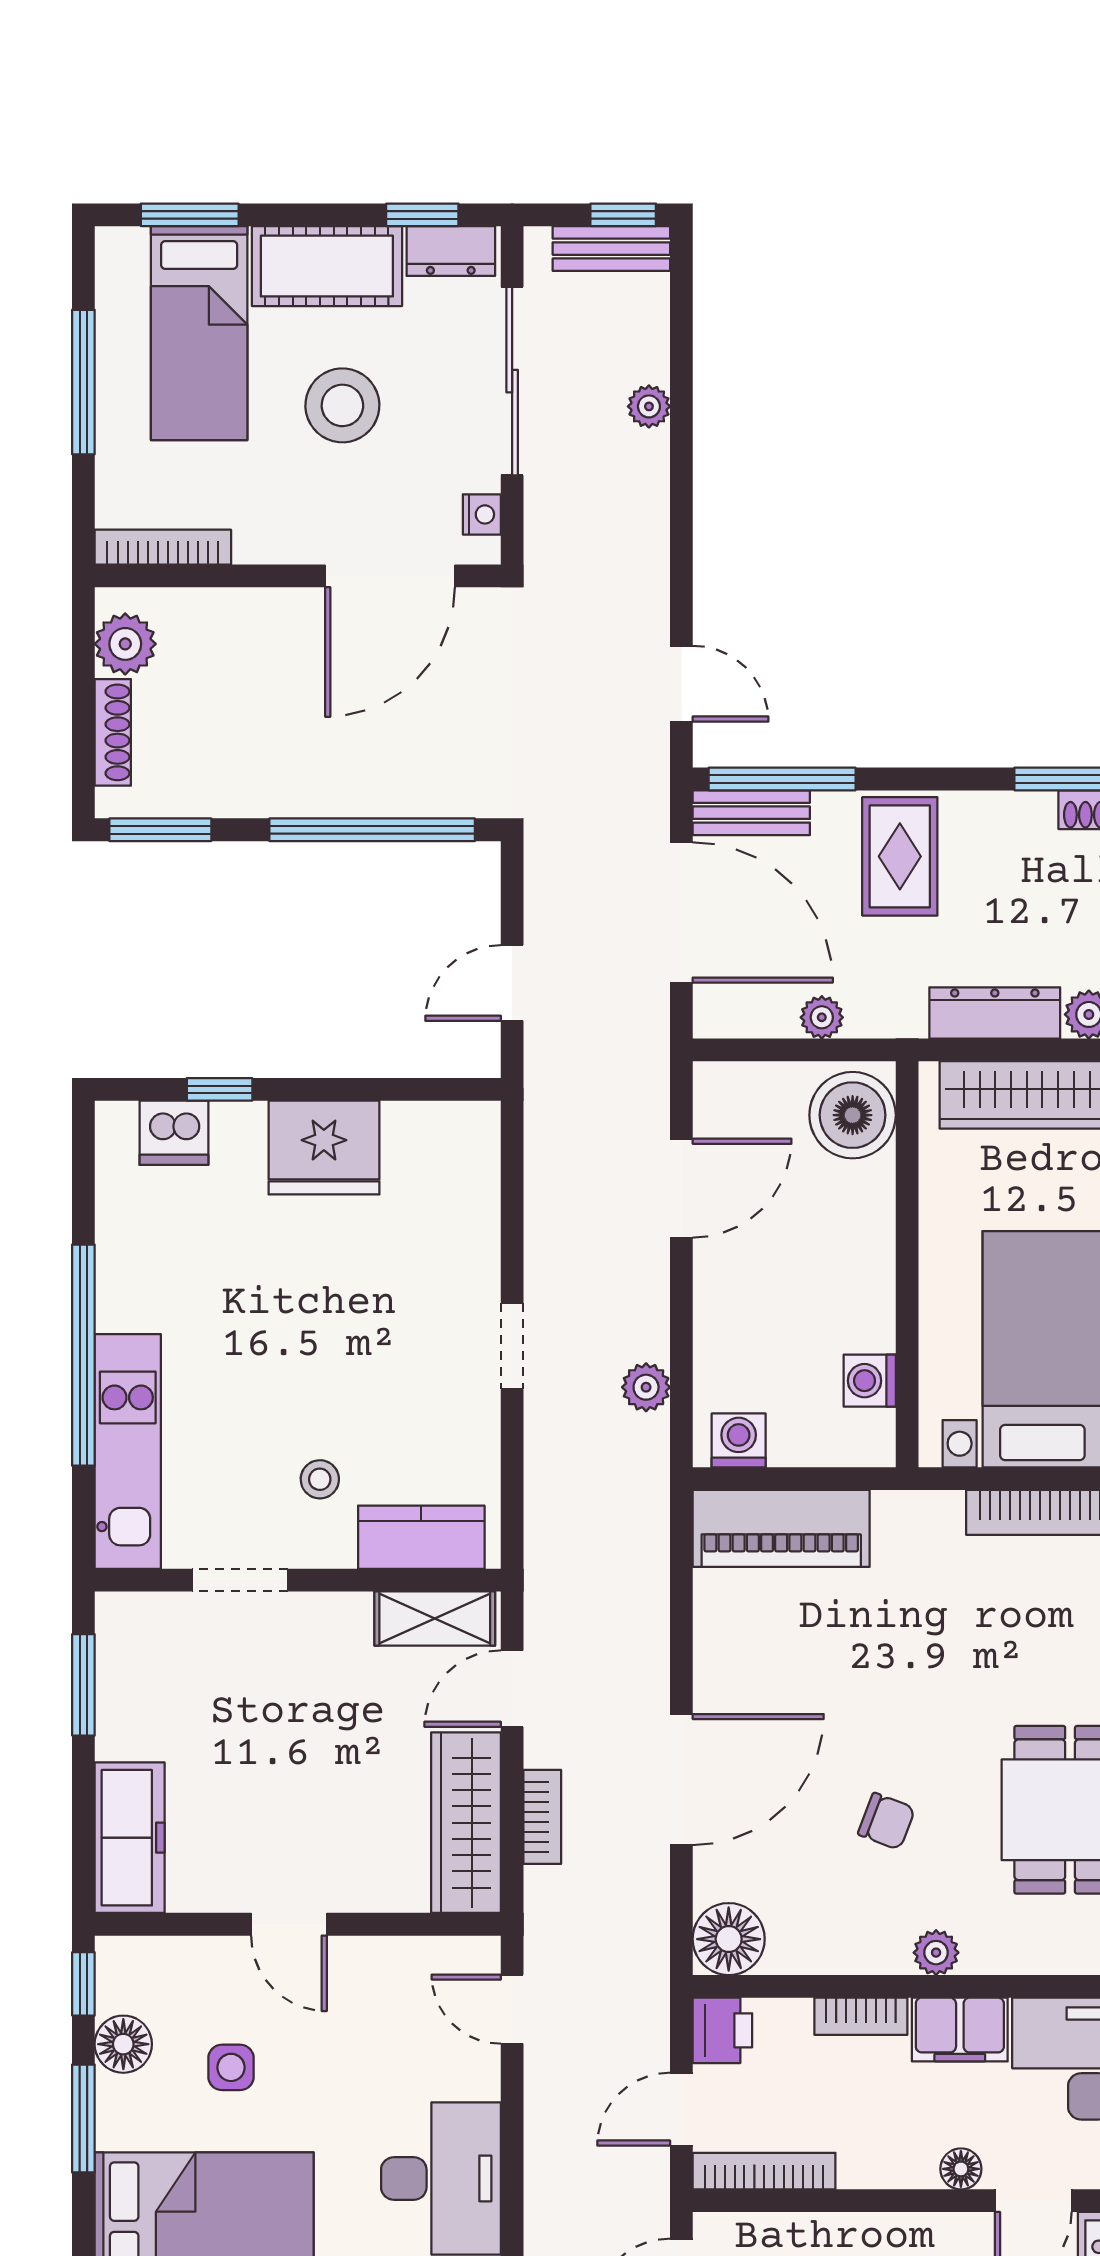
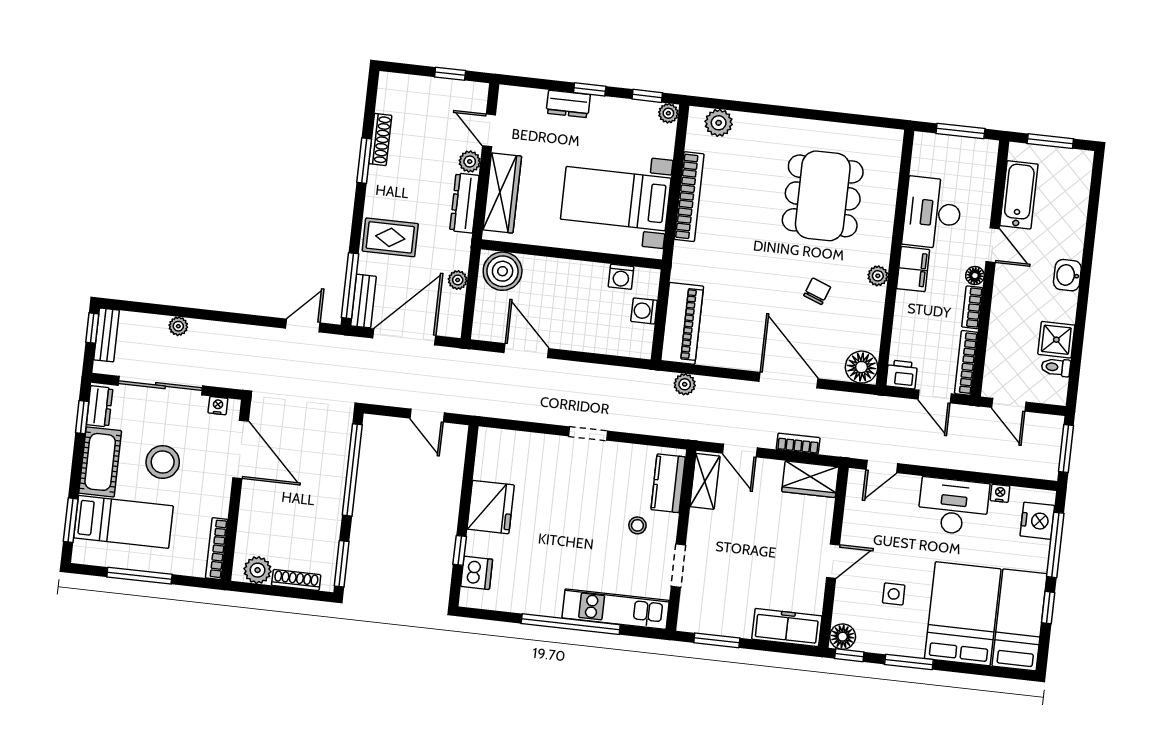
plant: (646, 1387) -> (685, 384), moved
washing machine: (739, 1440) -> (644, 311), moved
wardrobe: (466, 1823) -> (810, 479), width x0.67
bookcase: (861, 2016) -> (972, 307), moved, turned 180
floor lamp: (123, 2044) -> (843, 637), moved

